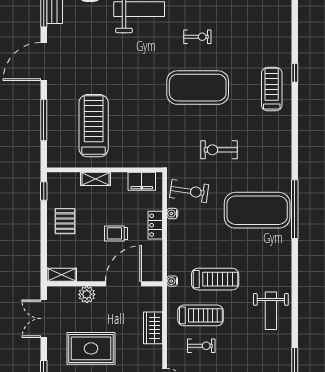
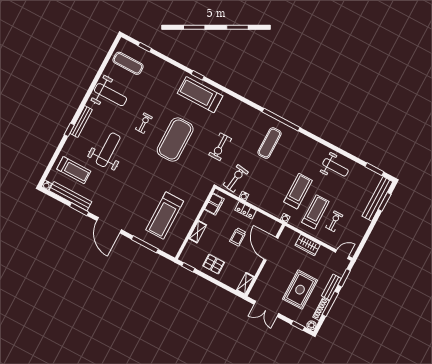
treadmill: (272, 89) -> (200, 95), width x1.37, depth x1.38
treadmill: (94, 126) -> (165, 216), turned -90
exercise mat: (257, 210) -> (269, 143), width x0.50, depth x0.69
plant: (87, 294) -> (266, 275), removed

